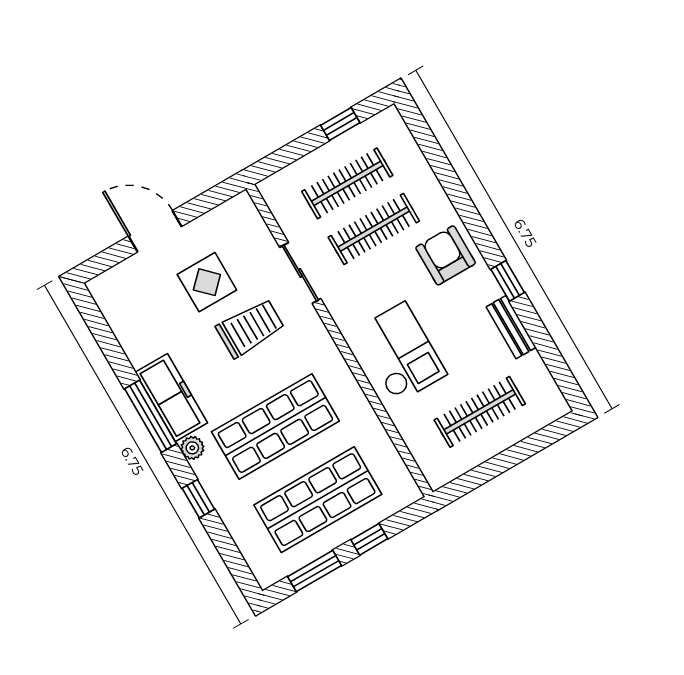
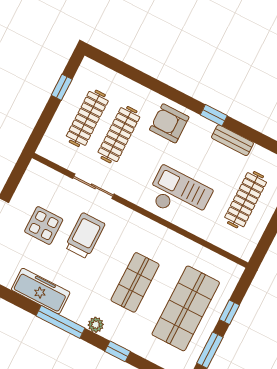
freezer: (171, 397) -> (41, 291), moved
shop shelf: (275, 426) -> (135, 282), width x0.70, depth x0.74

